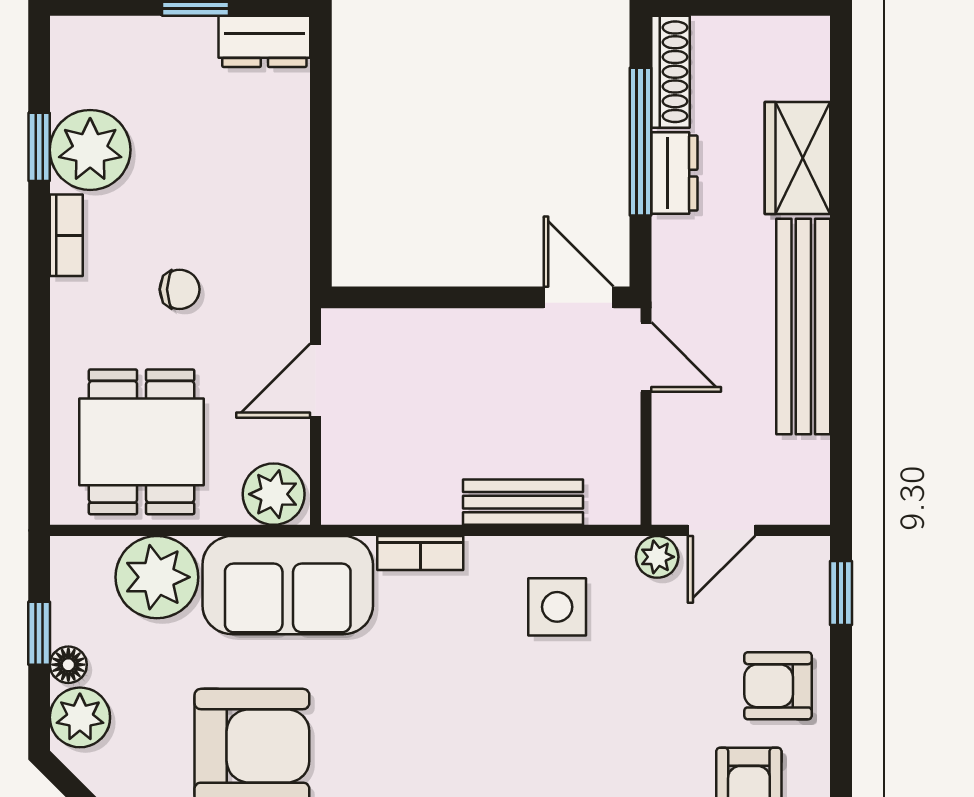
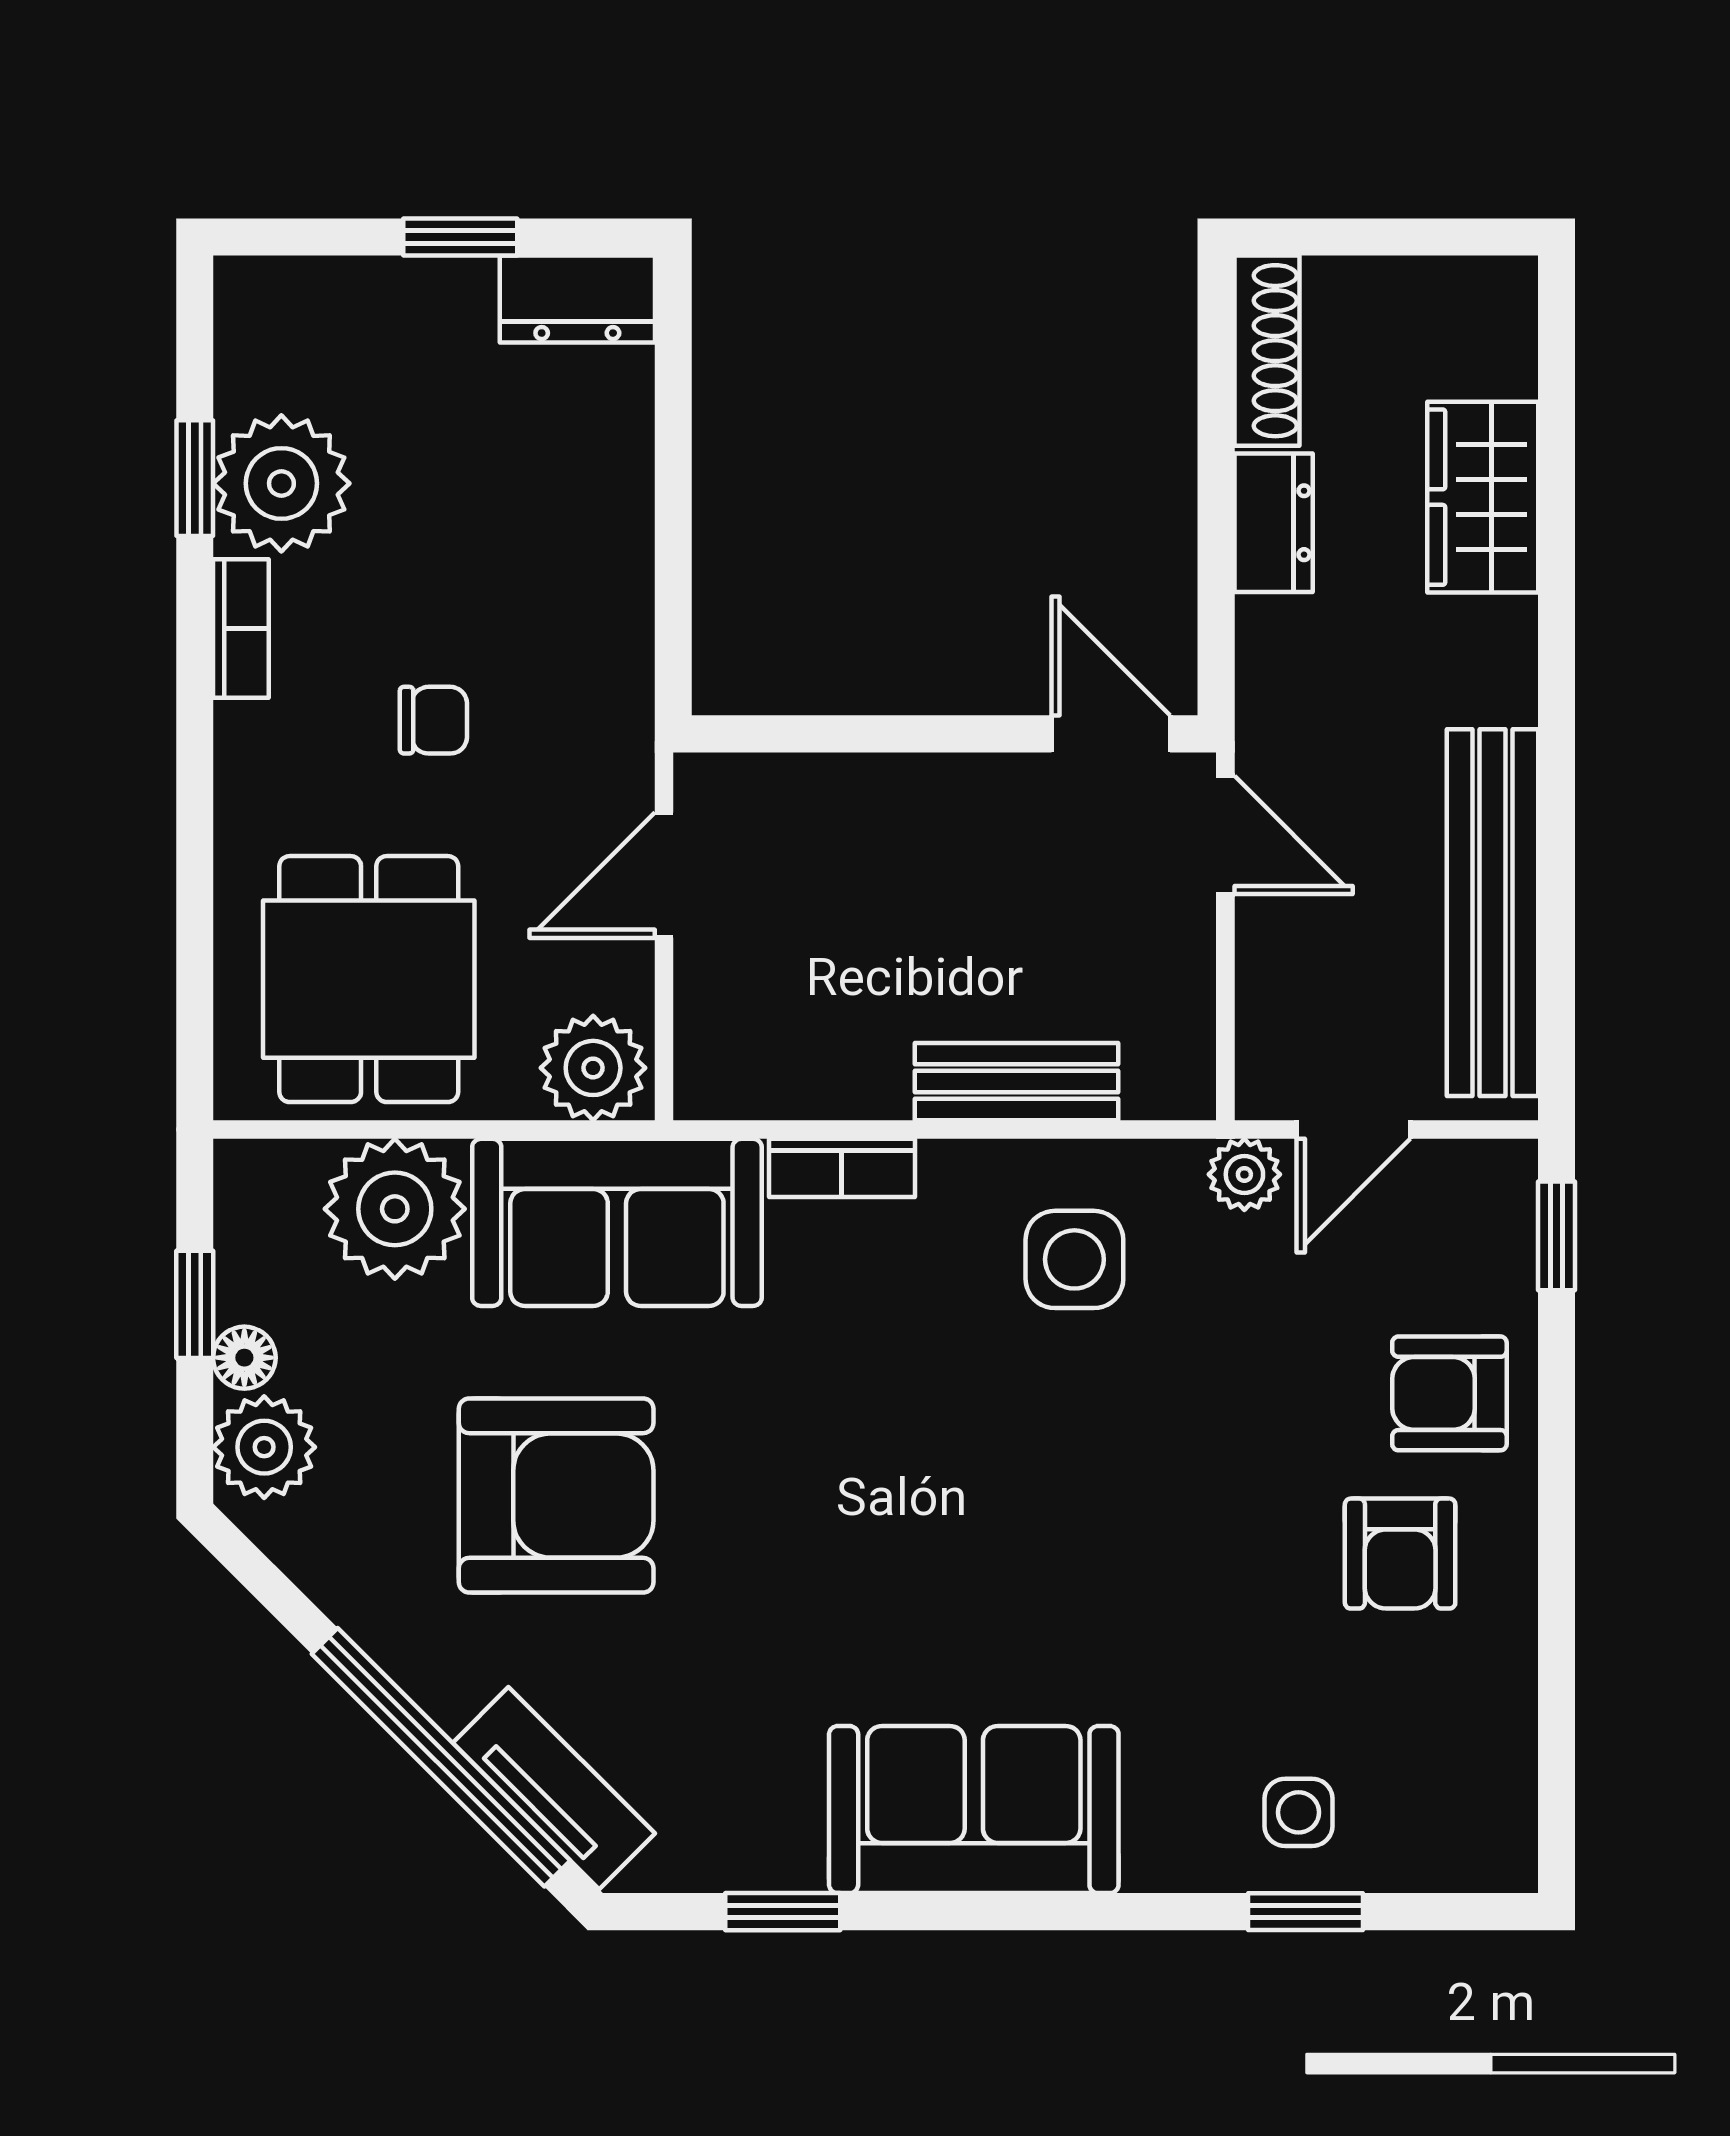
window: (641, 142) -> (1216, 469), removed
bench: (803, 326) -> (1493, 913), moved

